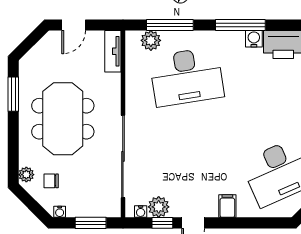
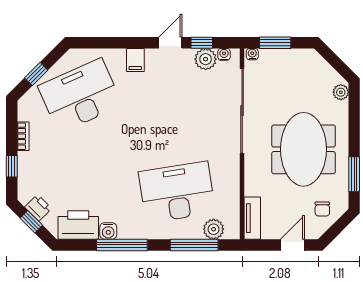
chair: (51, 181) -> (322, 209), moved, turned 90
water cooler: (60, 212) -> (252, 54), moved

